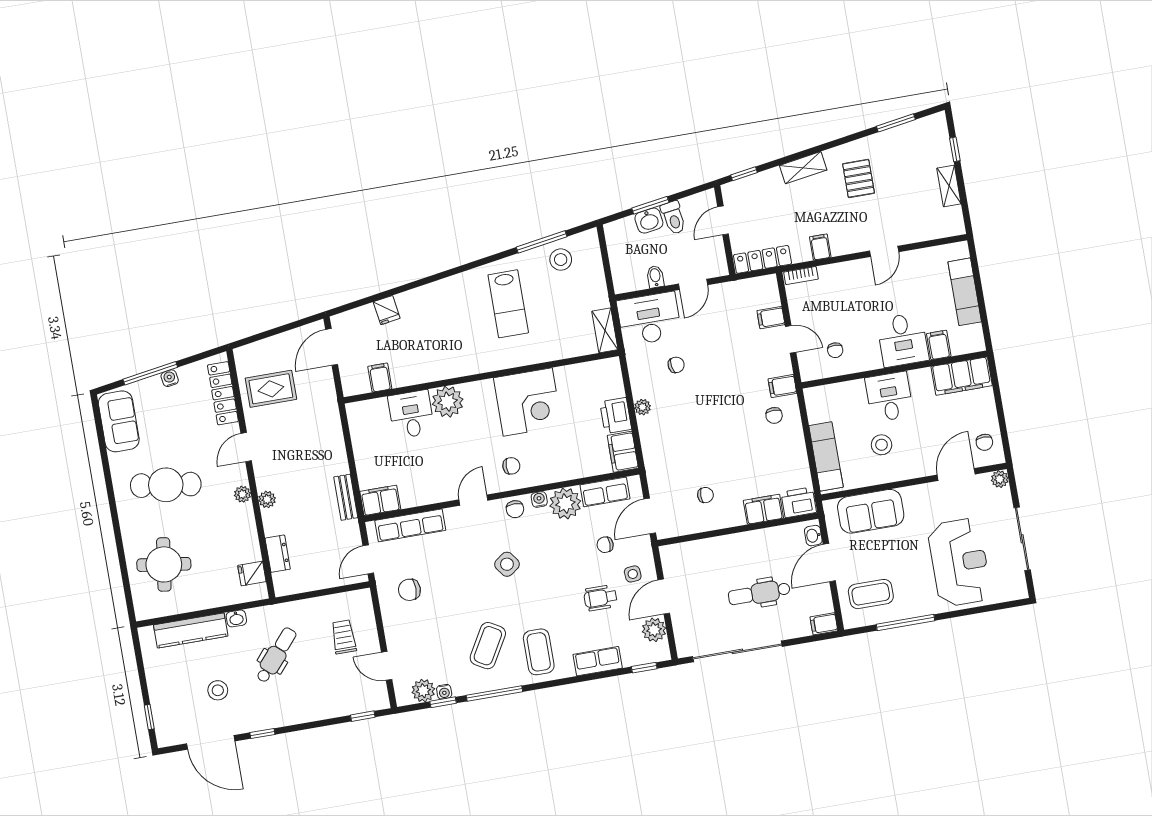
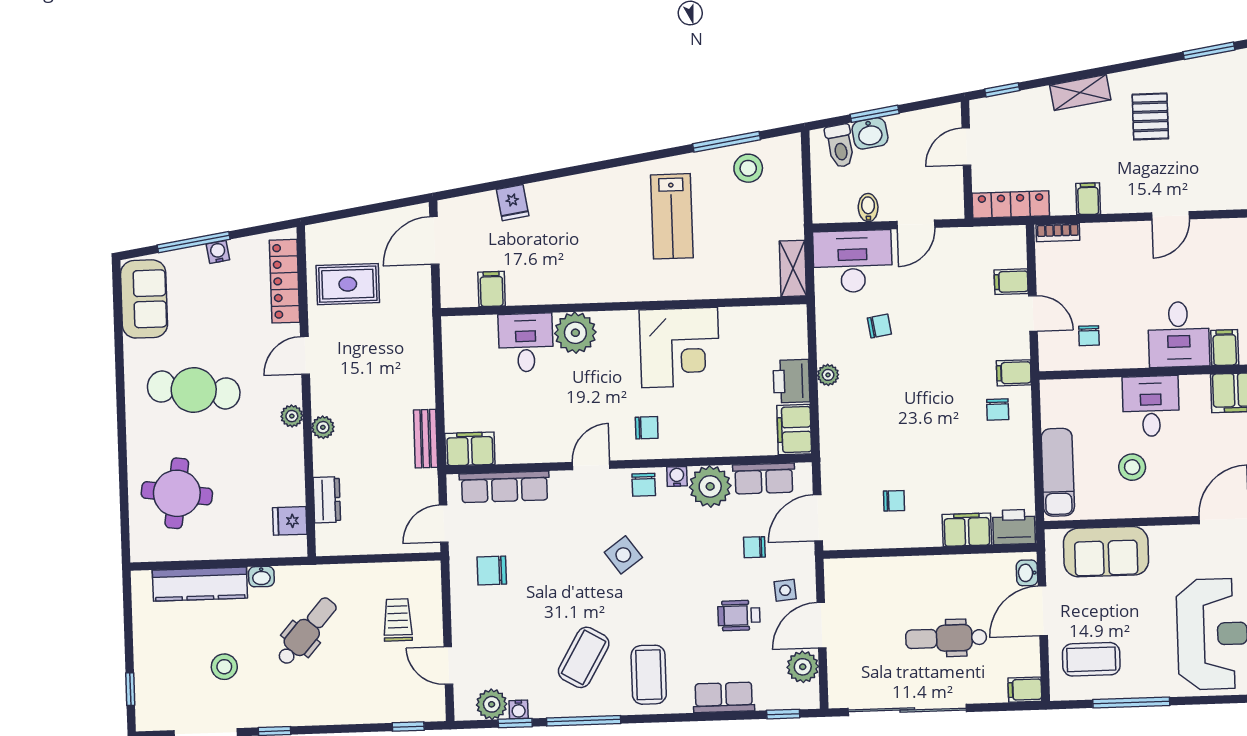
toilet: (673, 218) -> (840, 146), moved

